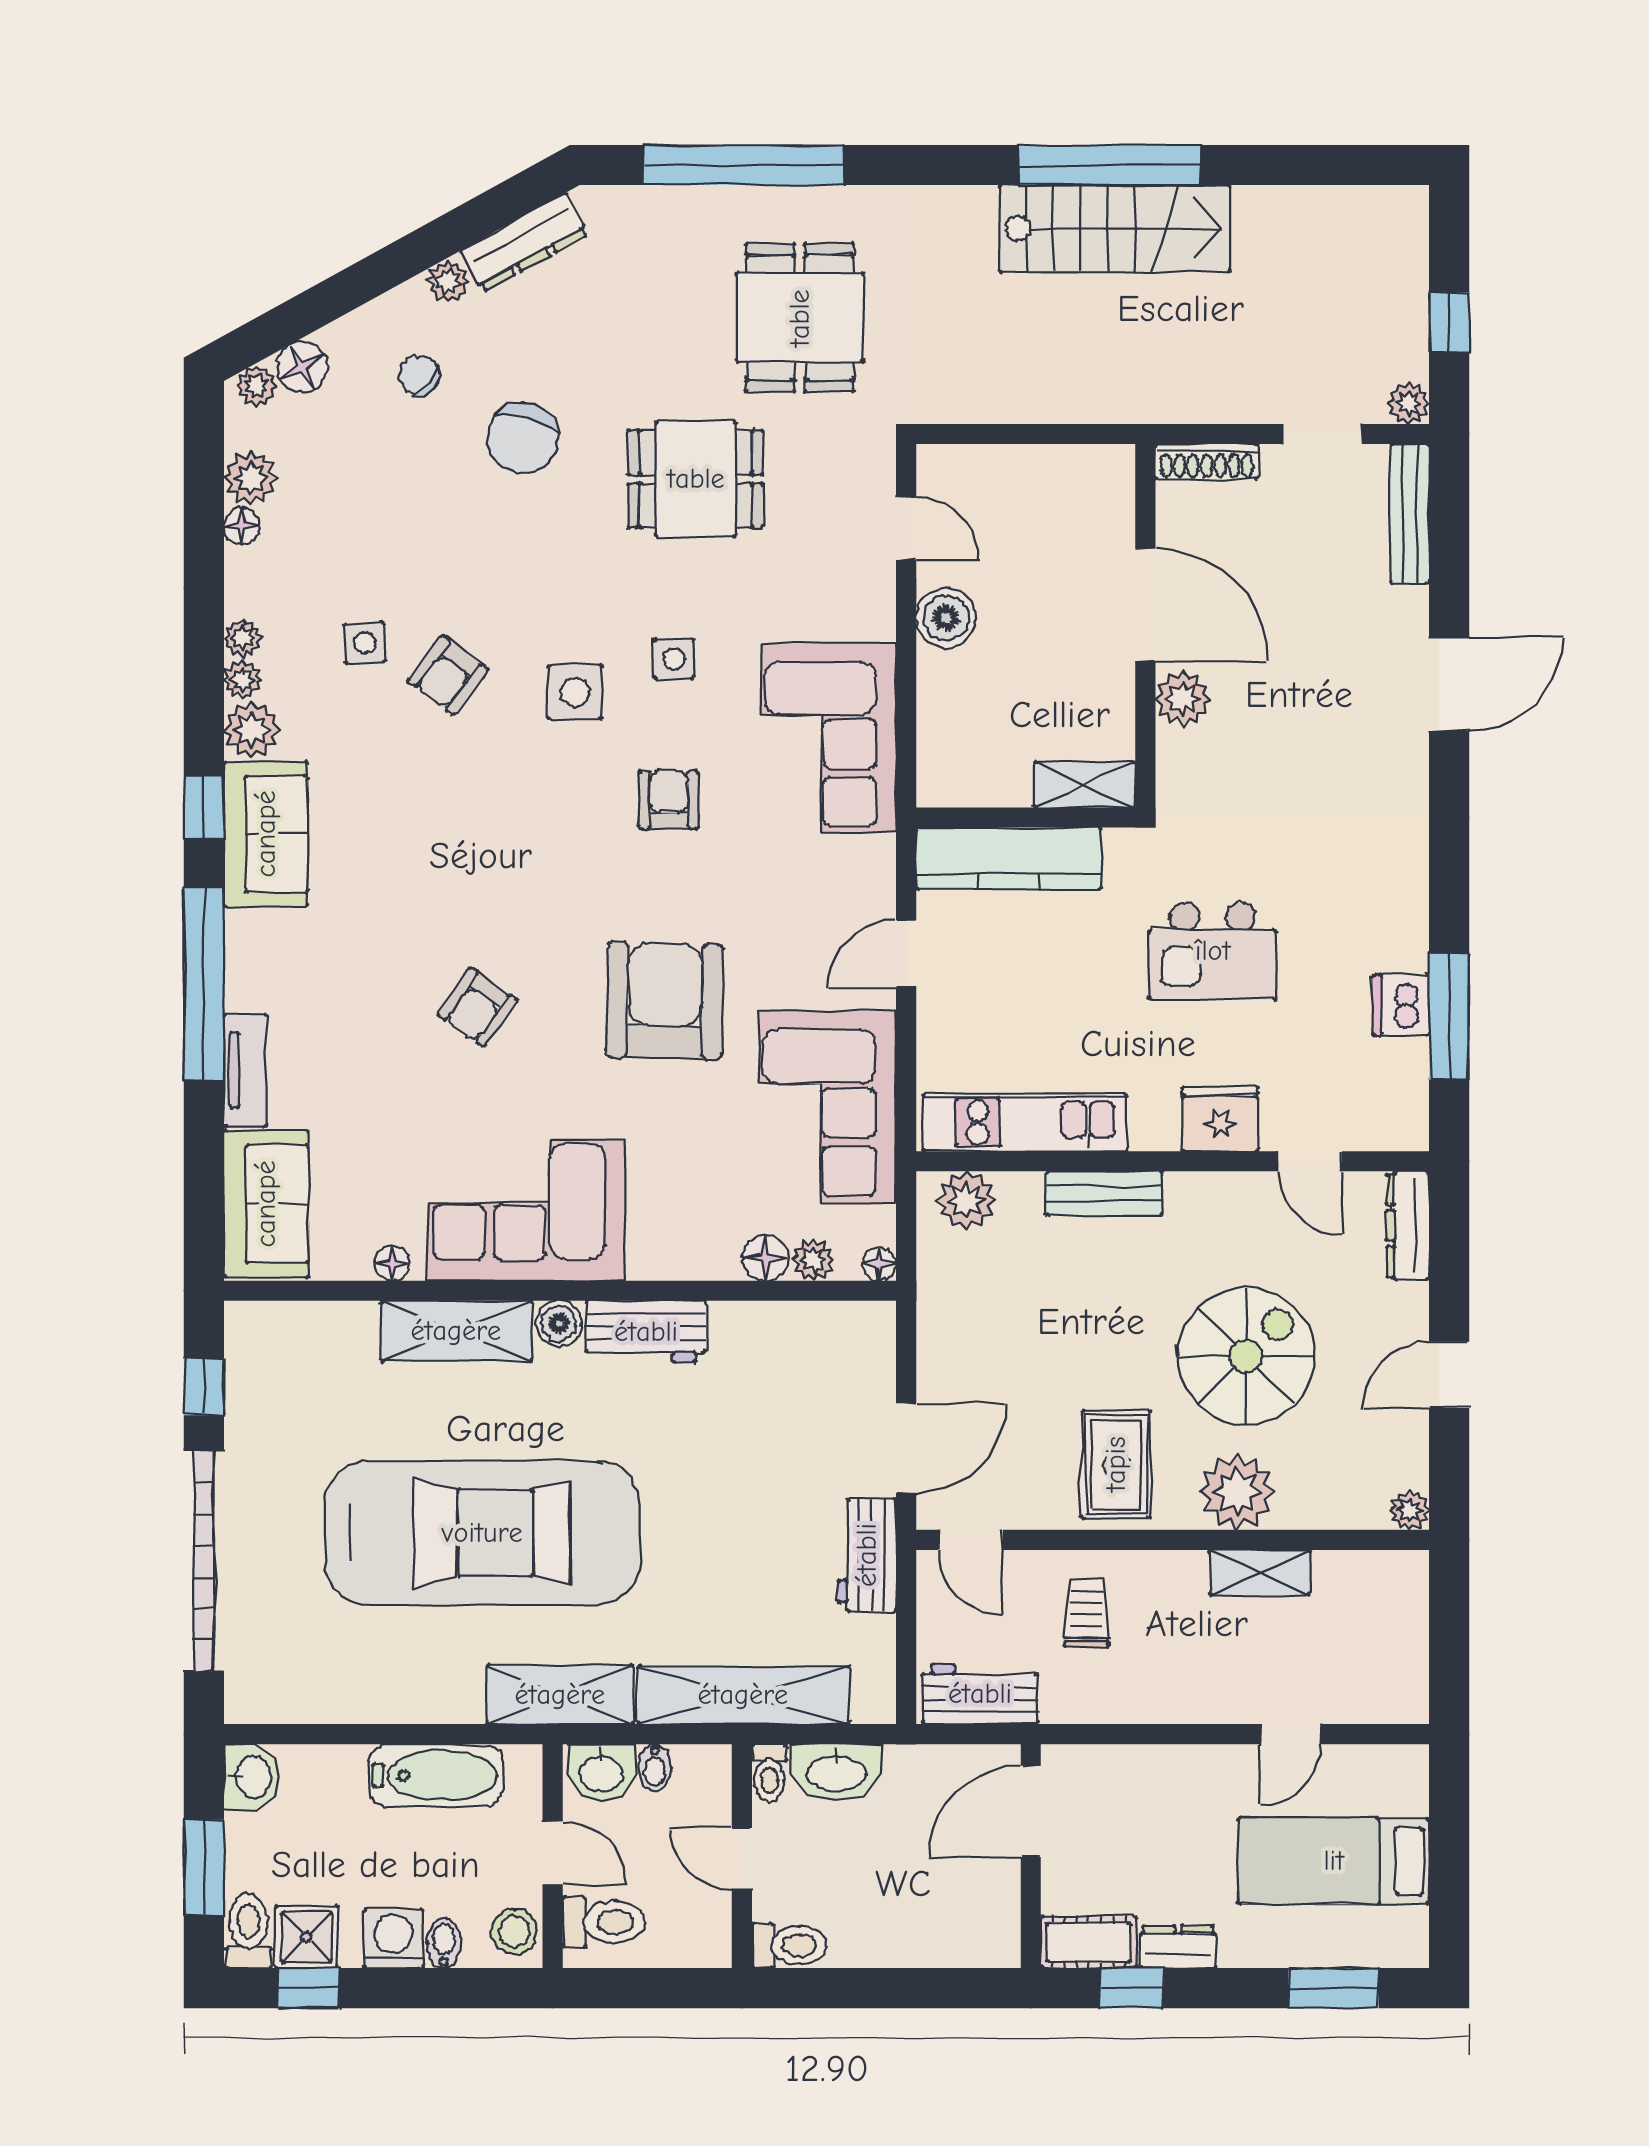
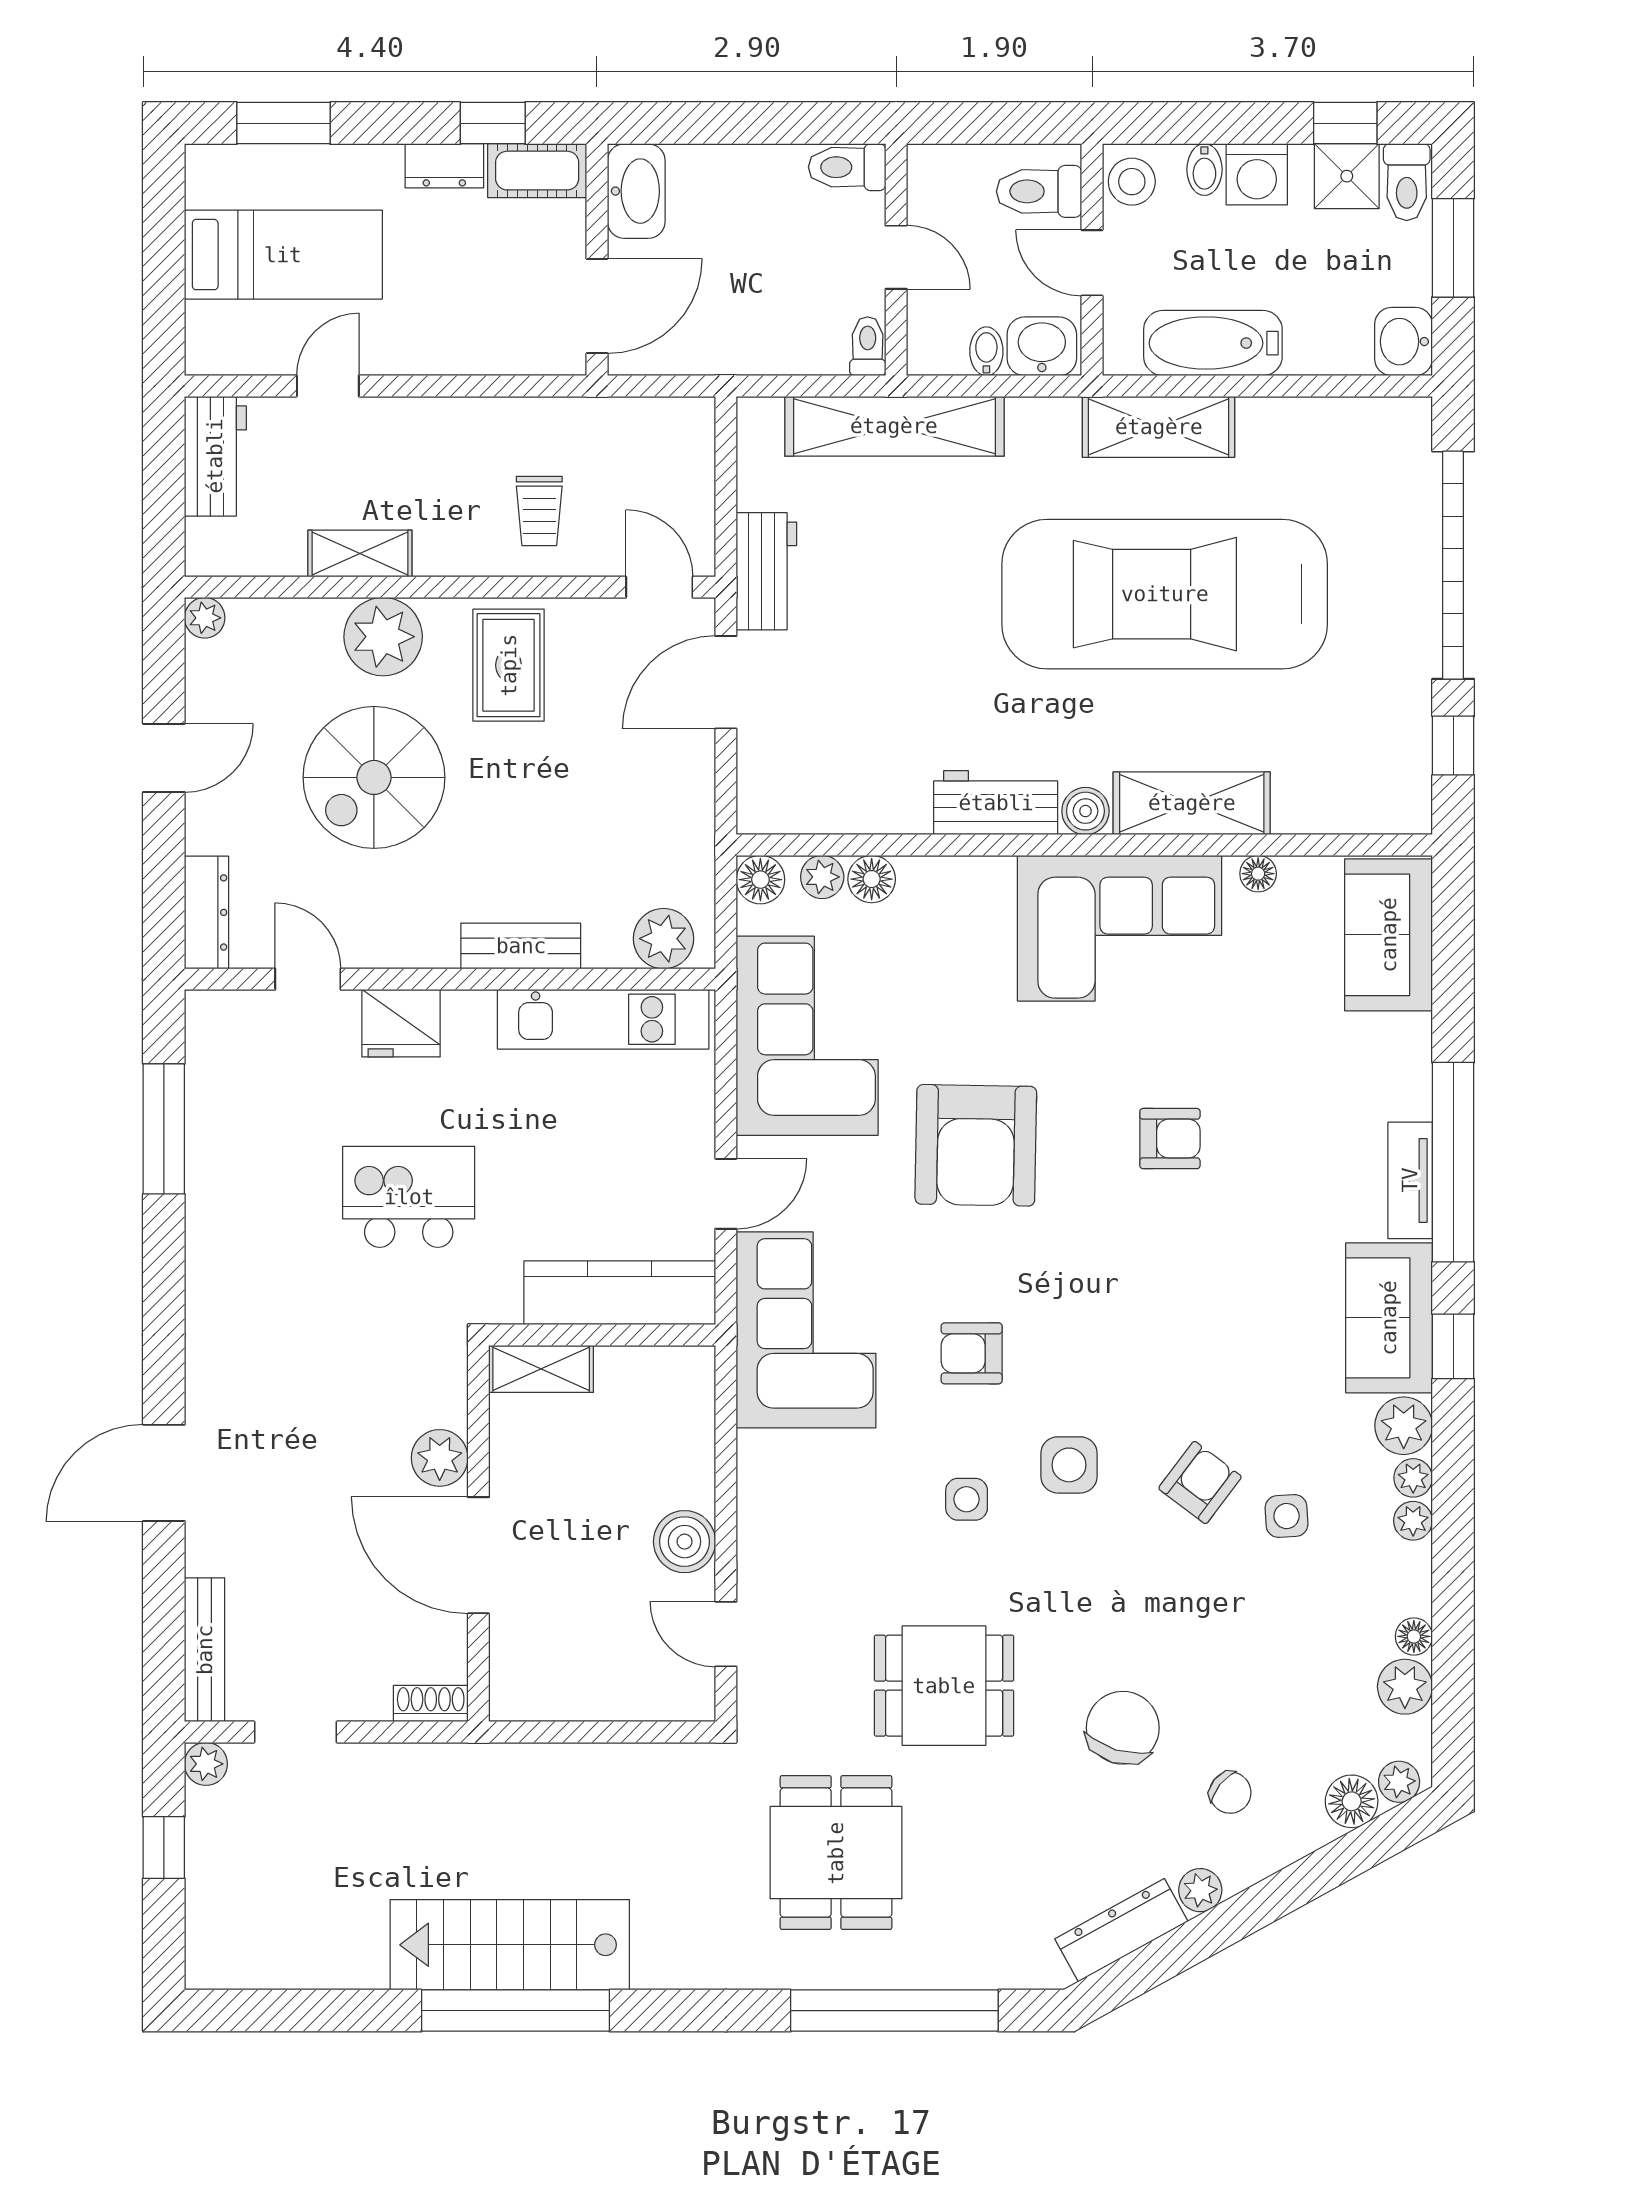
shoe rack: (1207, 461) -> (431, 1704), width x0.70
corner sofa: (829, 738) -> (806, 1330), moved
armchair: (669, 800) -> (972, 1353), turned 90
dishwasher: (1401, 1005) -> (214, 1141), removed
armchair: (477, 1007) -> (1170, 1139), turned 55
tv unit: (245, 1070) -> (1410, 1180), moved
floor lamp: (879, 1264) -> (760, 880), width x1.37, depth x1.37
workbench: (980, 1694) -> (215, 456), moved, turned -90
shelving: (560, 1695) -> (1159, 427), moved
washbasin: (837, 1772) -> (636, 191), moved, turned 90

